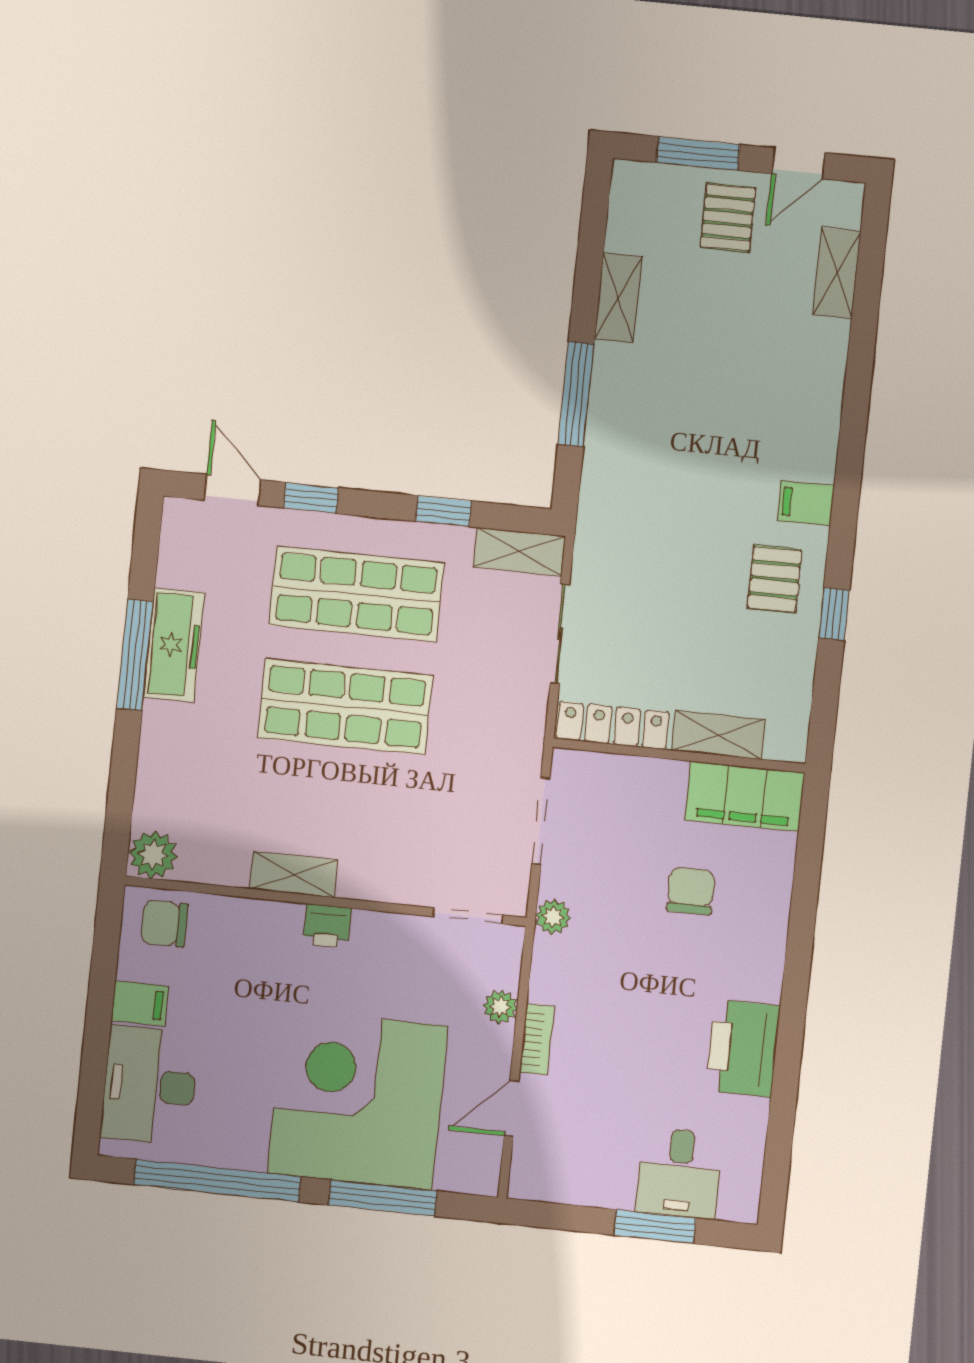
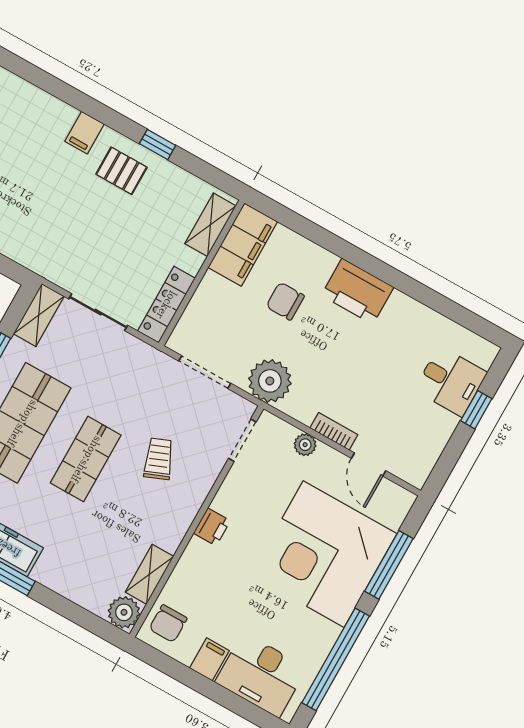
shop shelf: (345, 707) -> (86, 459), width x0.70, depth x0.74
shelving: (718, 735) -> (210, 225), moved
trolley: (390, 809) -> (159, 459), added
shelving: (293, 874) -> (149, 574), moved
plant: (553, 917) -> (270, 381), width x1.87, depth x1.87
printer: (743, 1048) -> (357, 291), moved
window: (655, 1227) -> (476, 410), width x0.67

